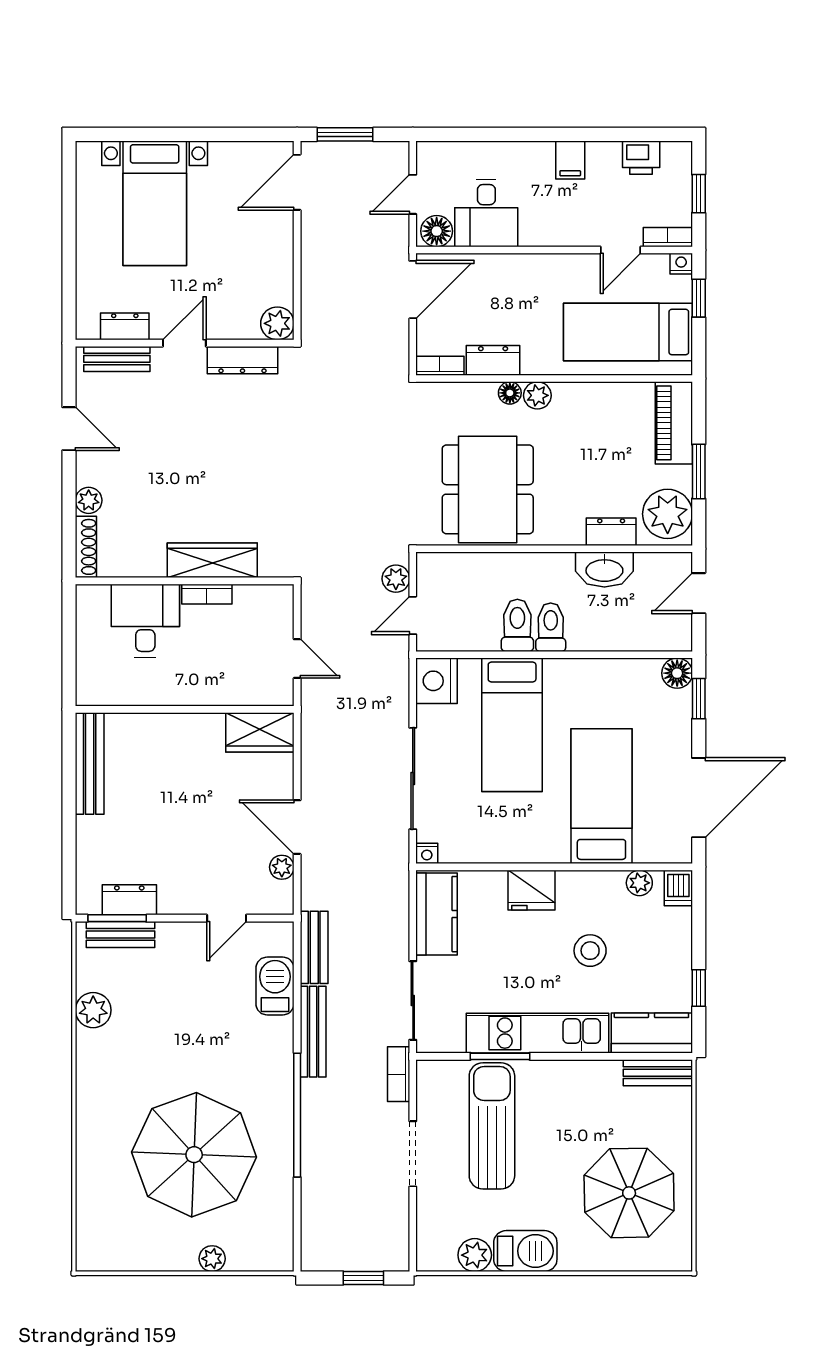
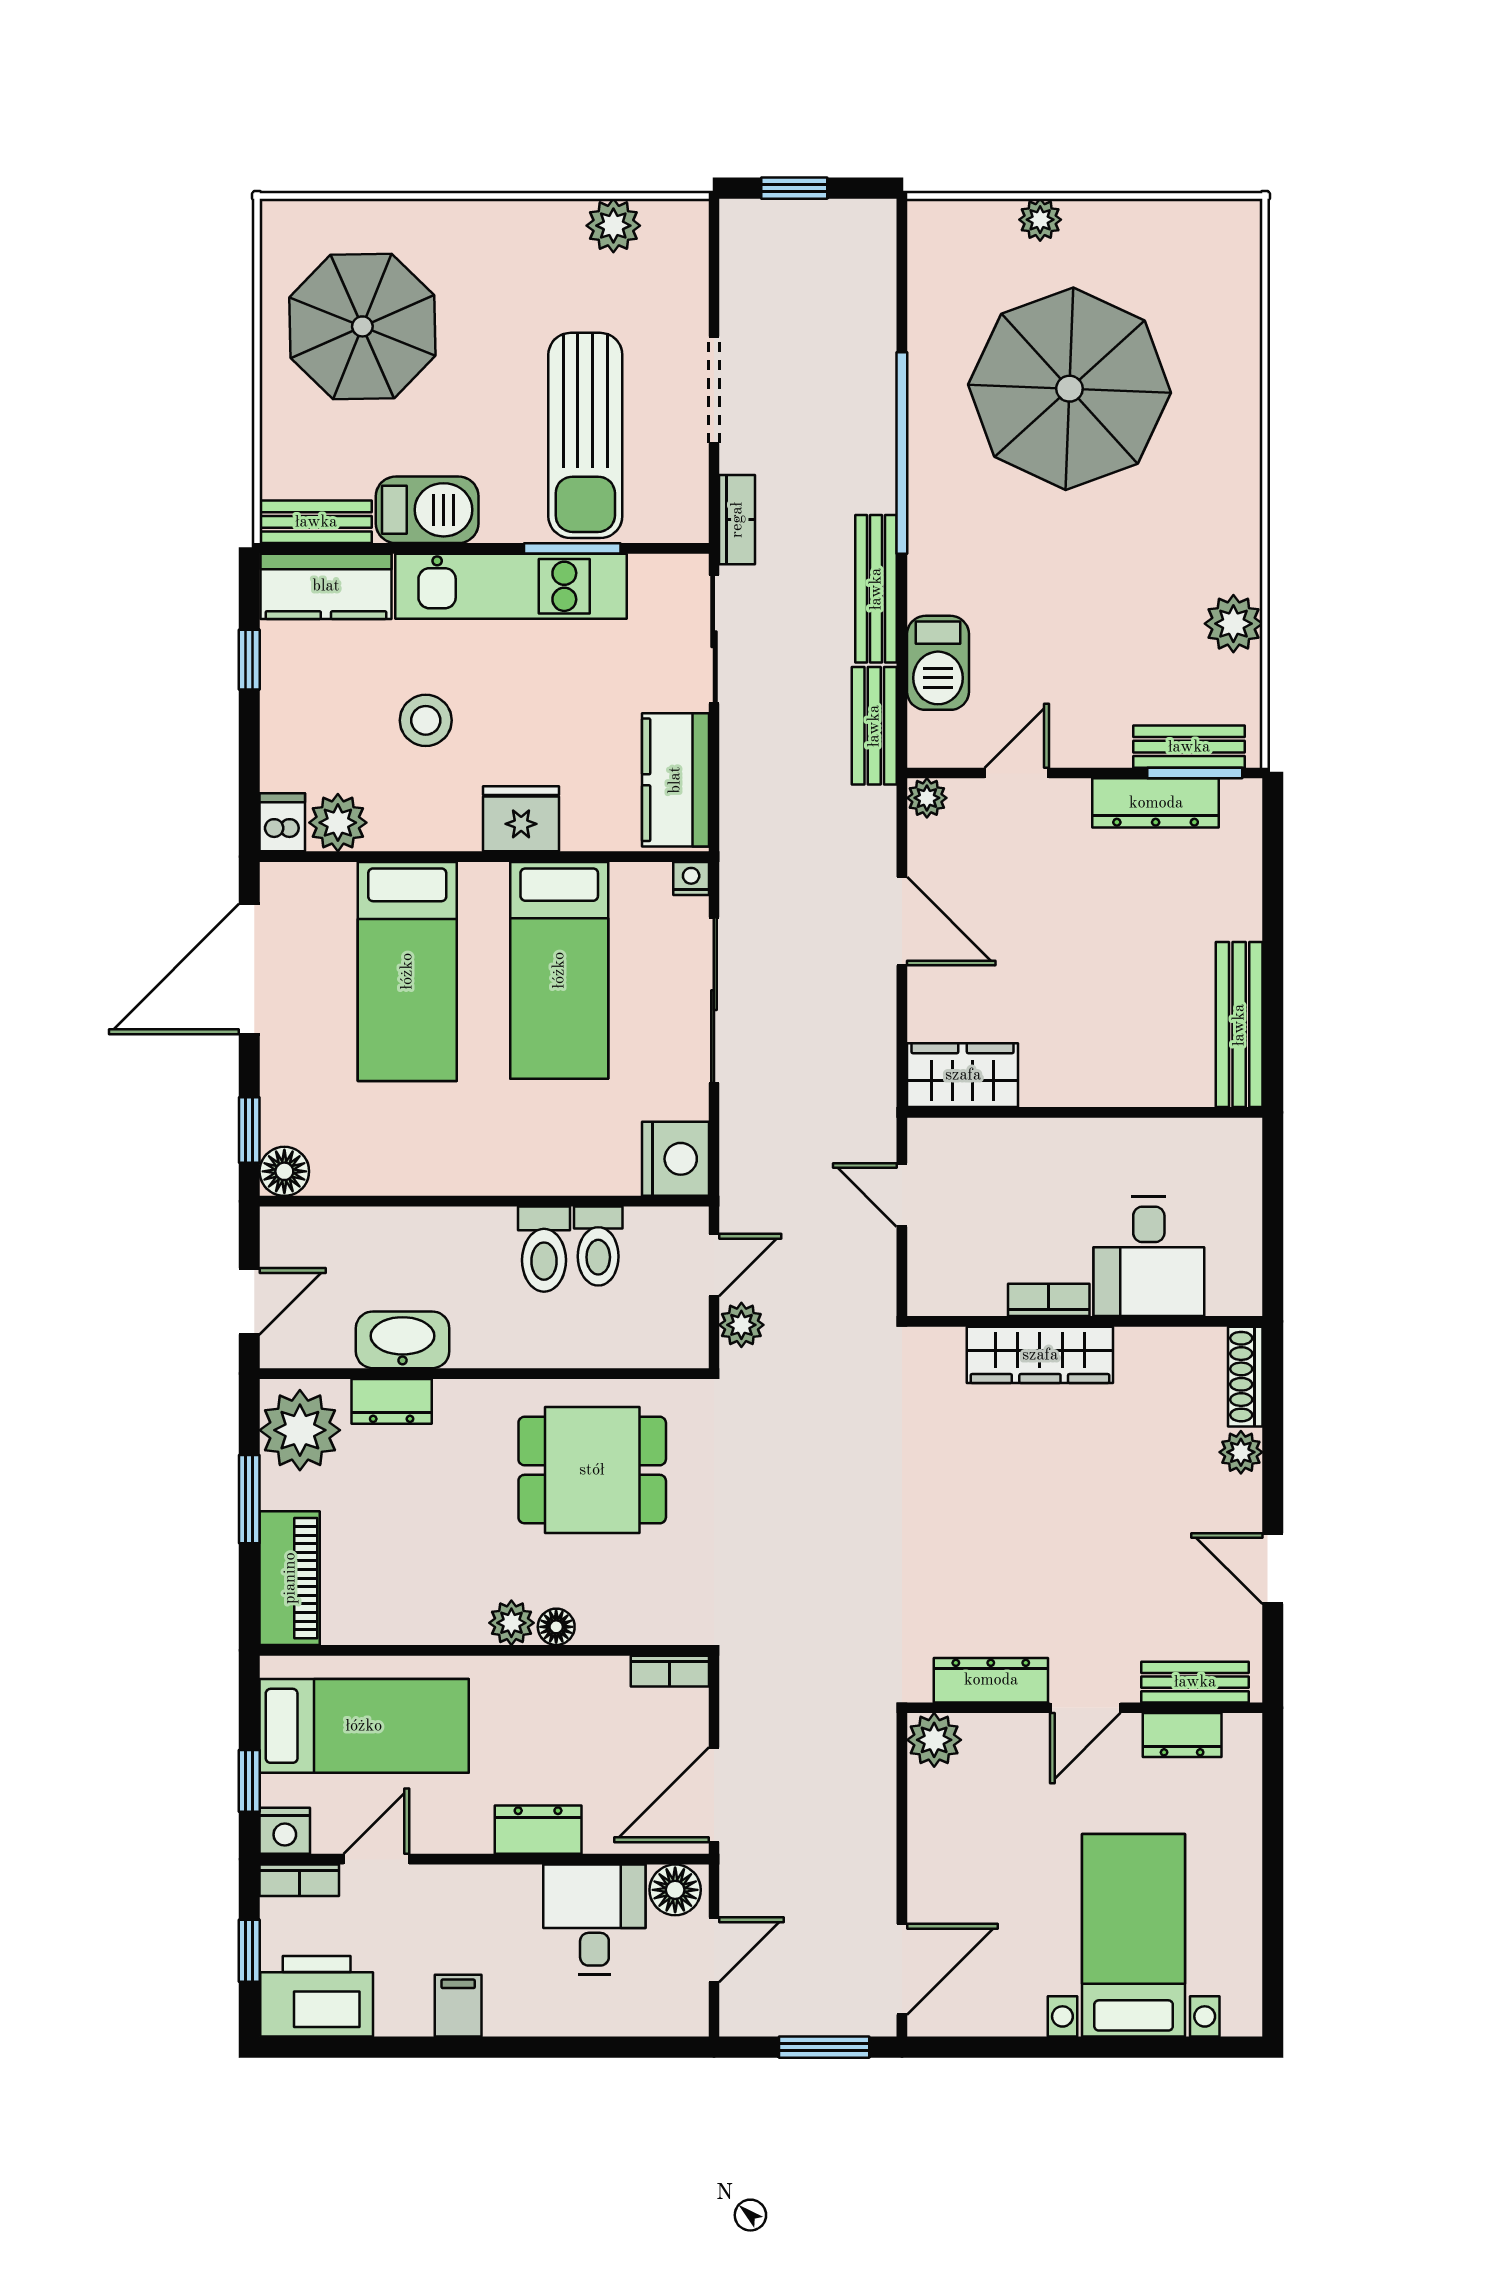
printer: (641, 158) -> (317, 1996), width x1.87, depth x1.48
nightstand: (681, 264) -> (285, 1831), width x1.39, depth x1.35
dresser: (493, 360) -> (538, 1830), moved, turned 180
dining table: (488, 489) -> (592, 1470), width x0.73
toilet: (551, 627) -> (598, 1246), moved
bed: (512, 725) -> (559, 970), moved, turned 180
plant: (282, 867) -> (927, 798), moved
plant: (639, 883) -> (338, 823), width x1.38, depth x1.38
dresser: (129, 900) -> (1156, 803), width x1.44
barbecue: (525, 1251) -> (427, 510), moved, turned 180

